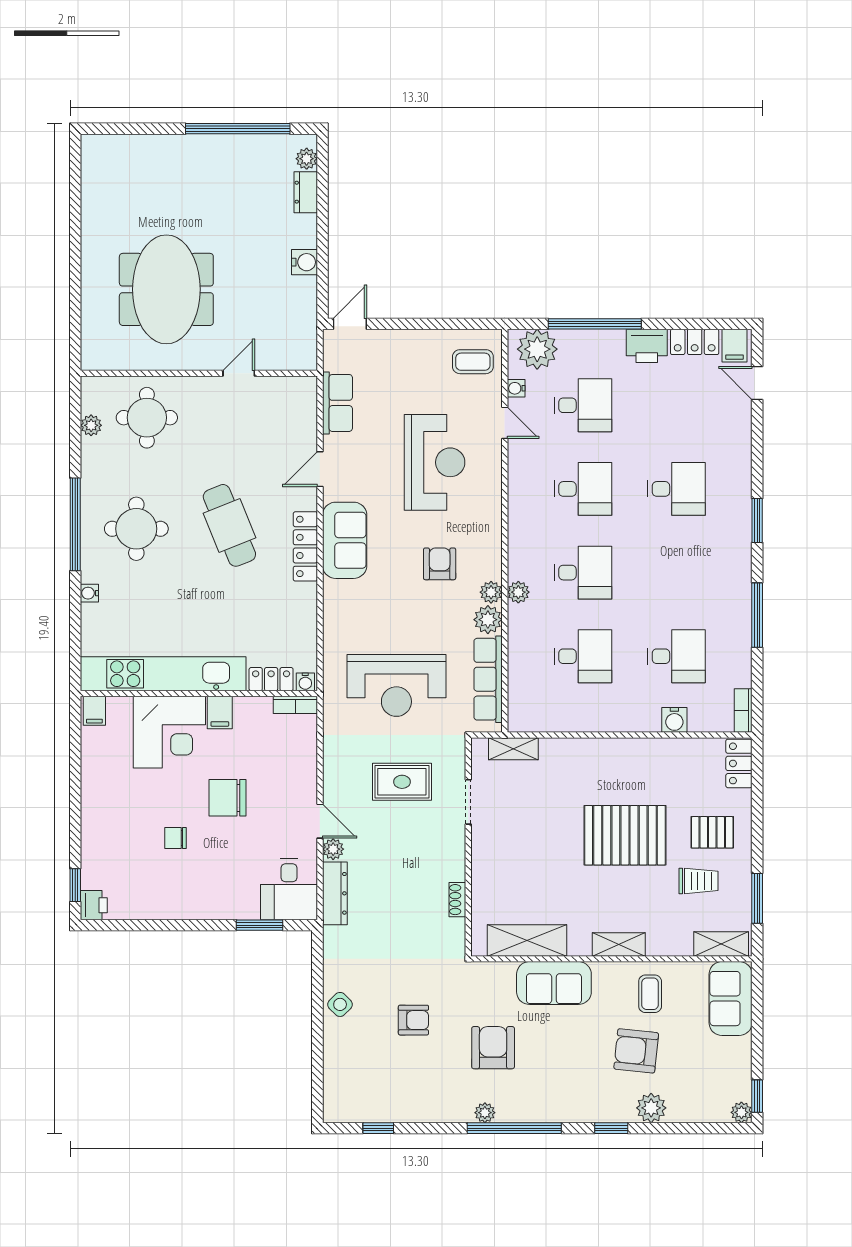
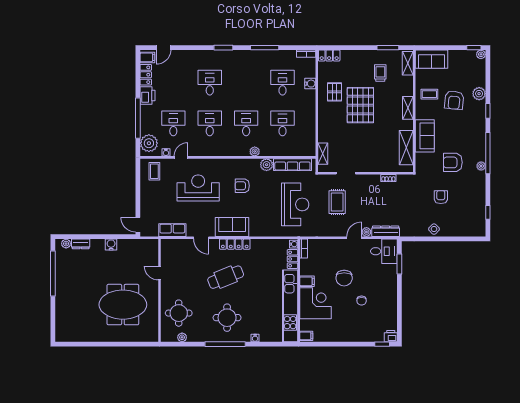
plant: (491, 592) -> (255, 163), removed
pallet: (712, 832) -> (334, 92), moved

